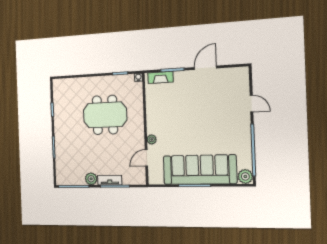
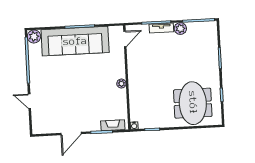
meeting table: (105, 115) -> (193, 103), moved, turned 90
plant: (152, 139) -> (121, 84), moved
door: (146, 158) -> (125, 39), moved

